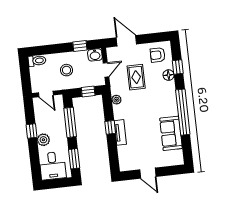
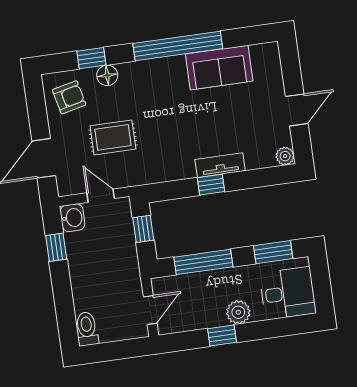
armchair: (158, 55) -> (69, 97), turned -103
stool: (67, 70) -> (103, 272), removed
plant: (116, 100) -> (285, 156), moved

